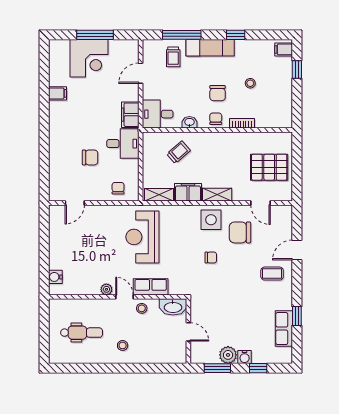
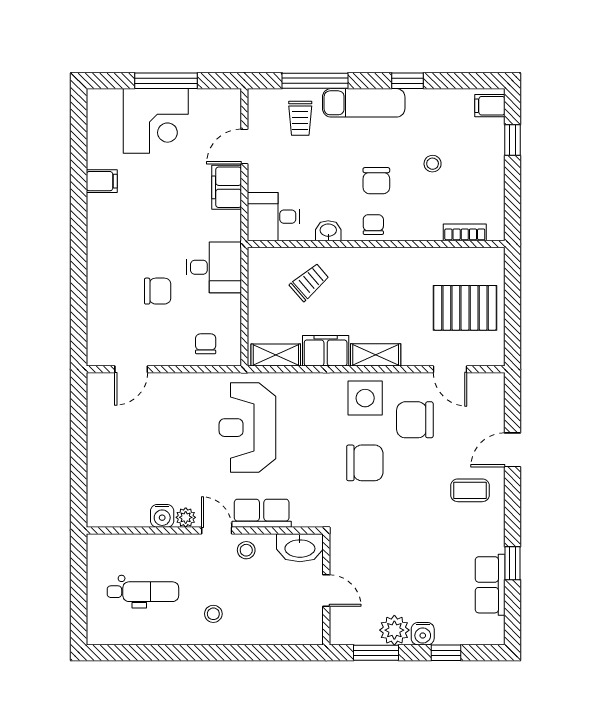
filing cabinet: (130, 115) -> (227, 187), moved
bookcase: (242, 123) -> (465, 232), moved
chair: (211, 258) -> (365, 463), width x1.87, depth x1.87
water cooler: (55, 277) -> (162, 516), moved, turned -90

